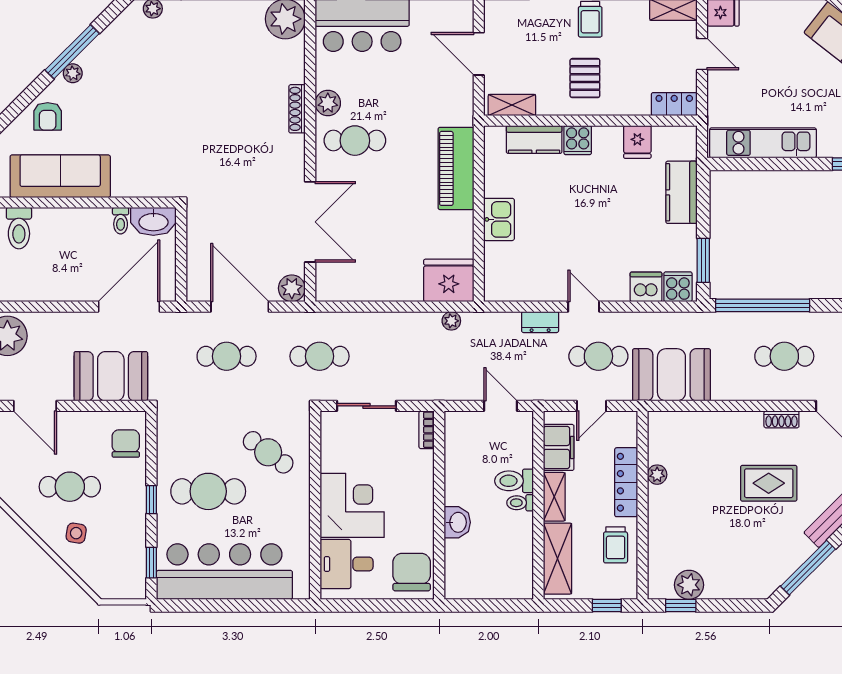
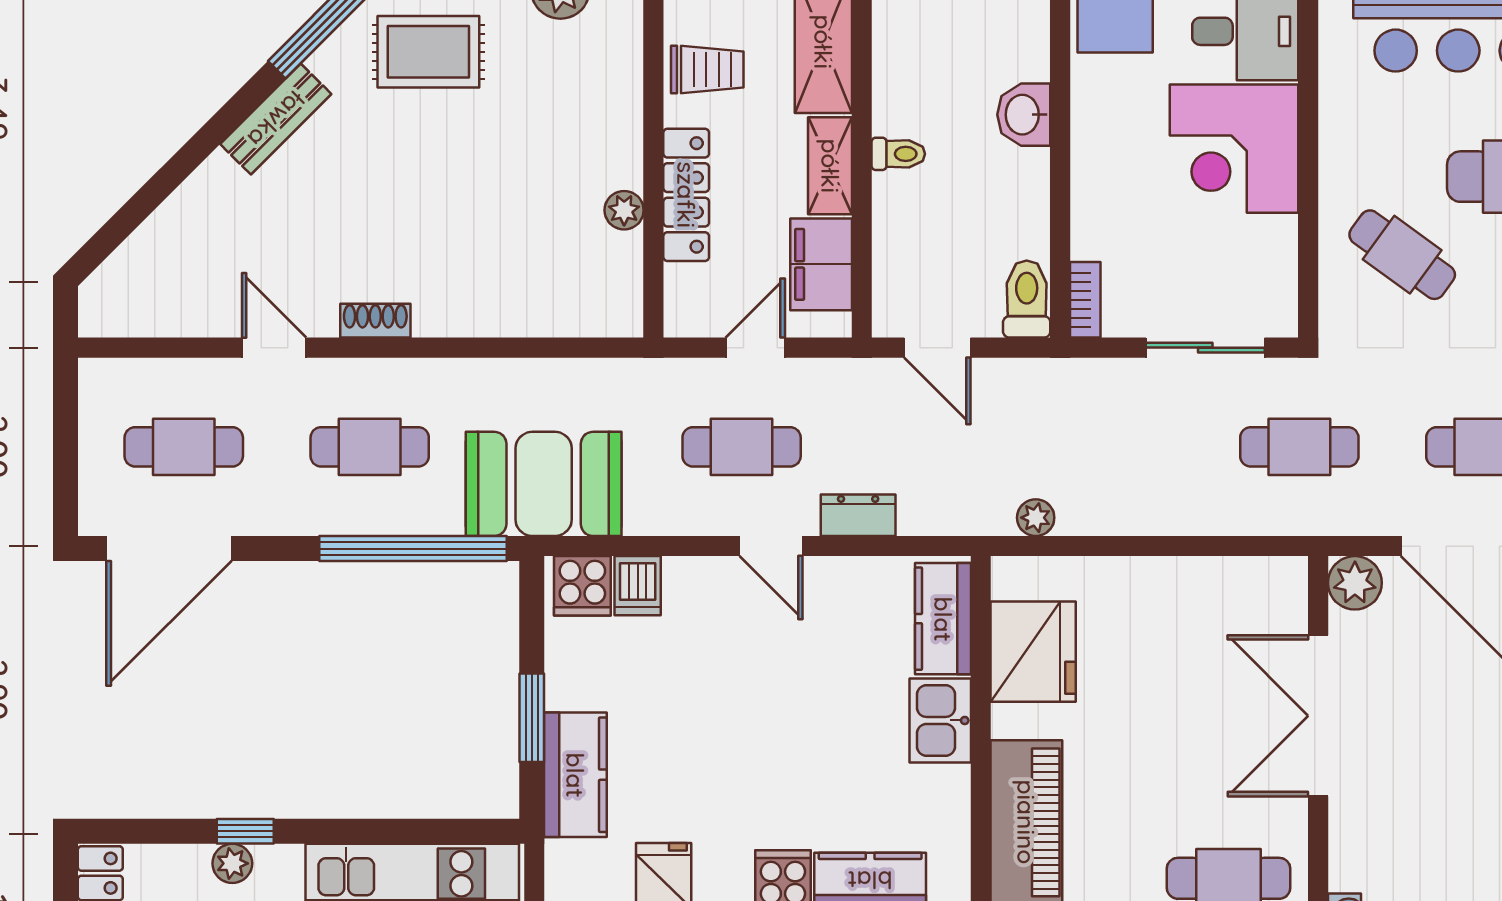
window: (703, 260) -> (532, 718), moved
kitchen counter: (498, 270) -> (943, 619), added
fridge: (449, 280) -> (1033, 652), moved, turned -90
dishwasher: (646, 287) -> (638, 586), width x0.73
booth: (671, 375) -> (544, 484), moved
toilet: (514, 481) -> (1027, 299), moved, turned -90
rug: (769, 483) -> (428, 52), moved
trolley: (616, 545) -> (707, 69), turned 90

